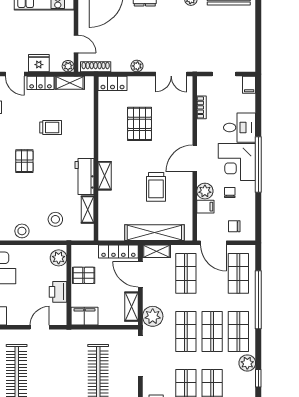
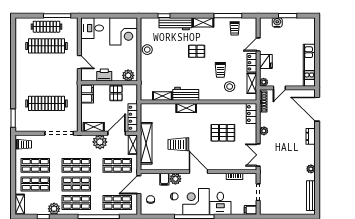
stool: (55, 219) -> (230, 87), moved
plant: (153, 316) -> (100, 142), moved

